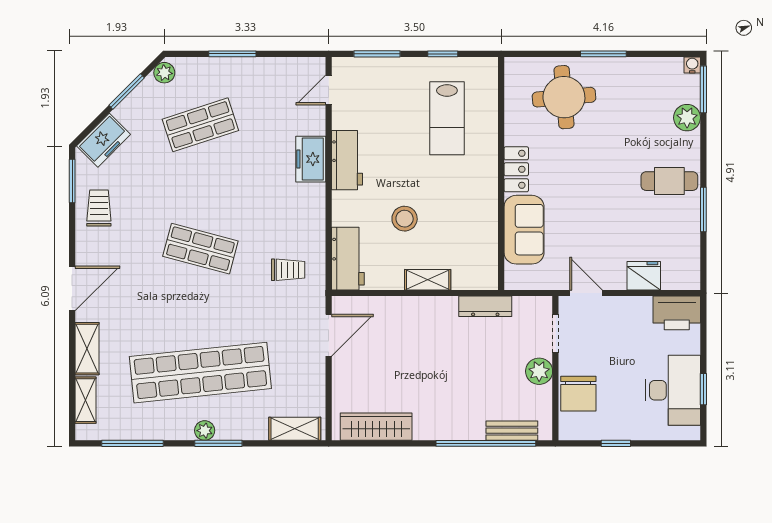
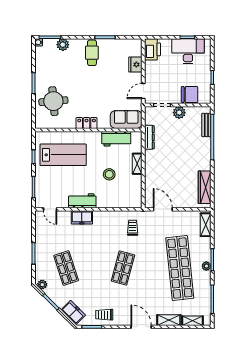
lab bench: (447, 118) -> (63, 155), width x1.36, depth x1.39
sofa: (524, 230) -> (126, 119), moved
workbench: (348, 259) -> (116, 139), moved, turned 180

